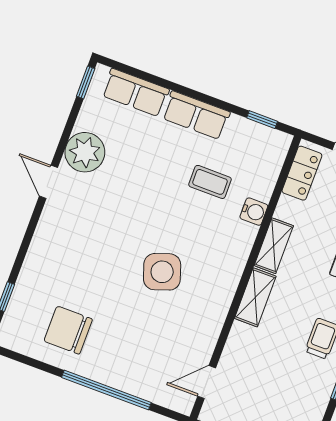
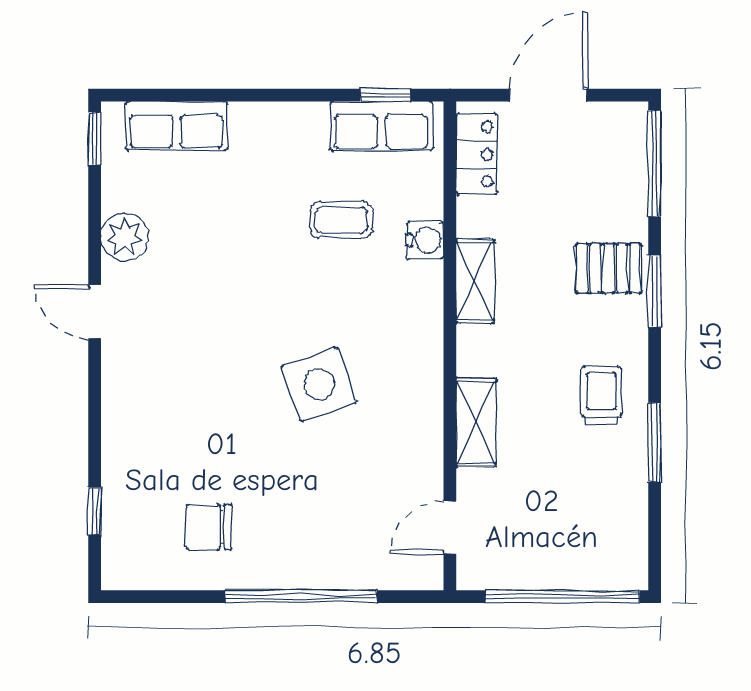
row of seats: (196, 115) -> (381, 126), moved
plant: (85, 152) -> (125, 237), width x0.73, depth x0.73
shelving: (255, 297) -> (476, 422), moved
chair: (68, 330) -> (209, 527), width x0.73, depth x0.73

